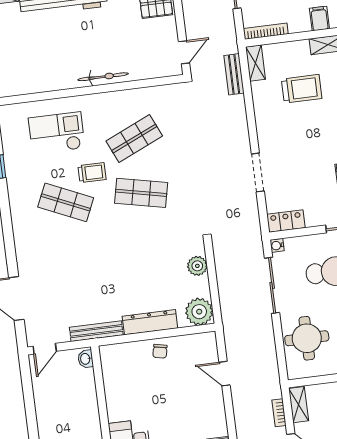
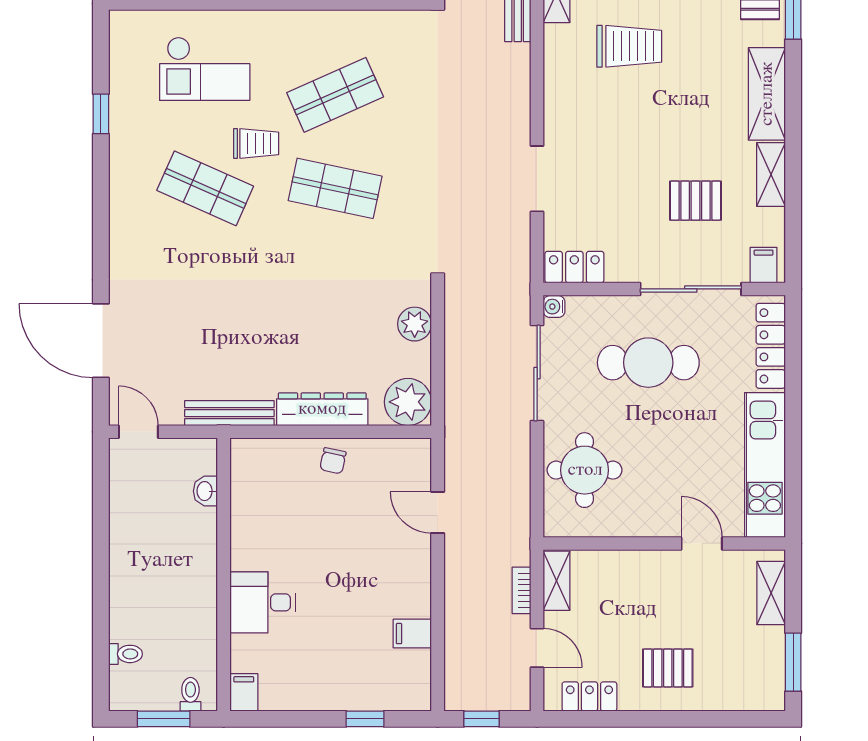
checkout: (57, 133) -> (205, 69), turned 180
door: (45, 349) -> (138, 432), swing flipped
washbasin: (86, 359) -> (205, 491), moved

